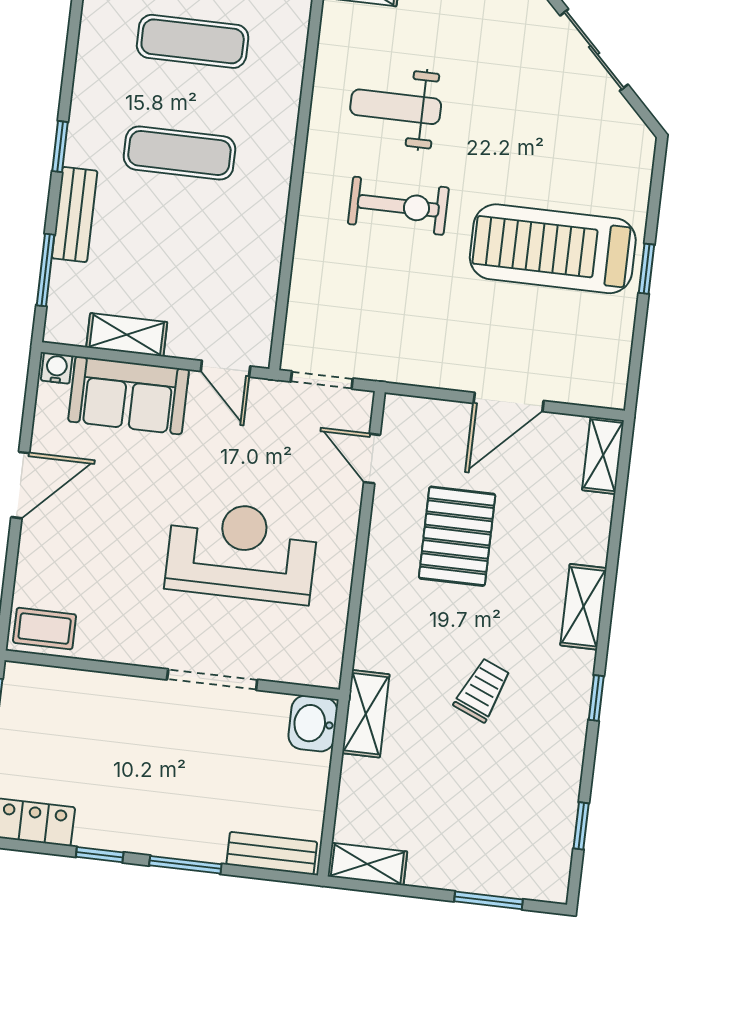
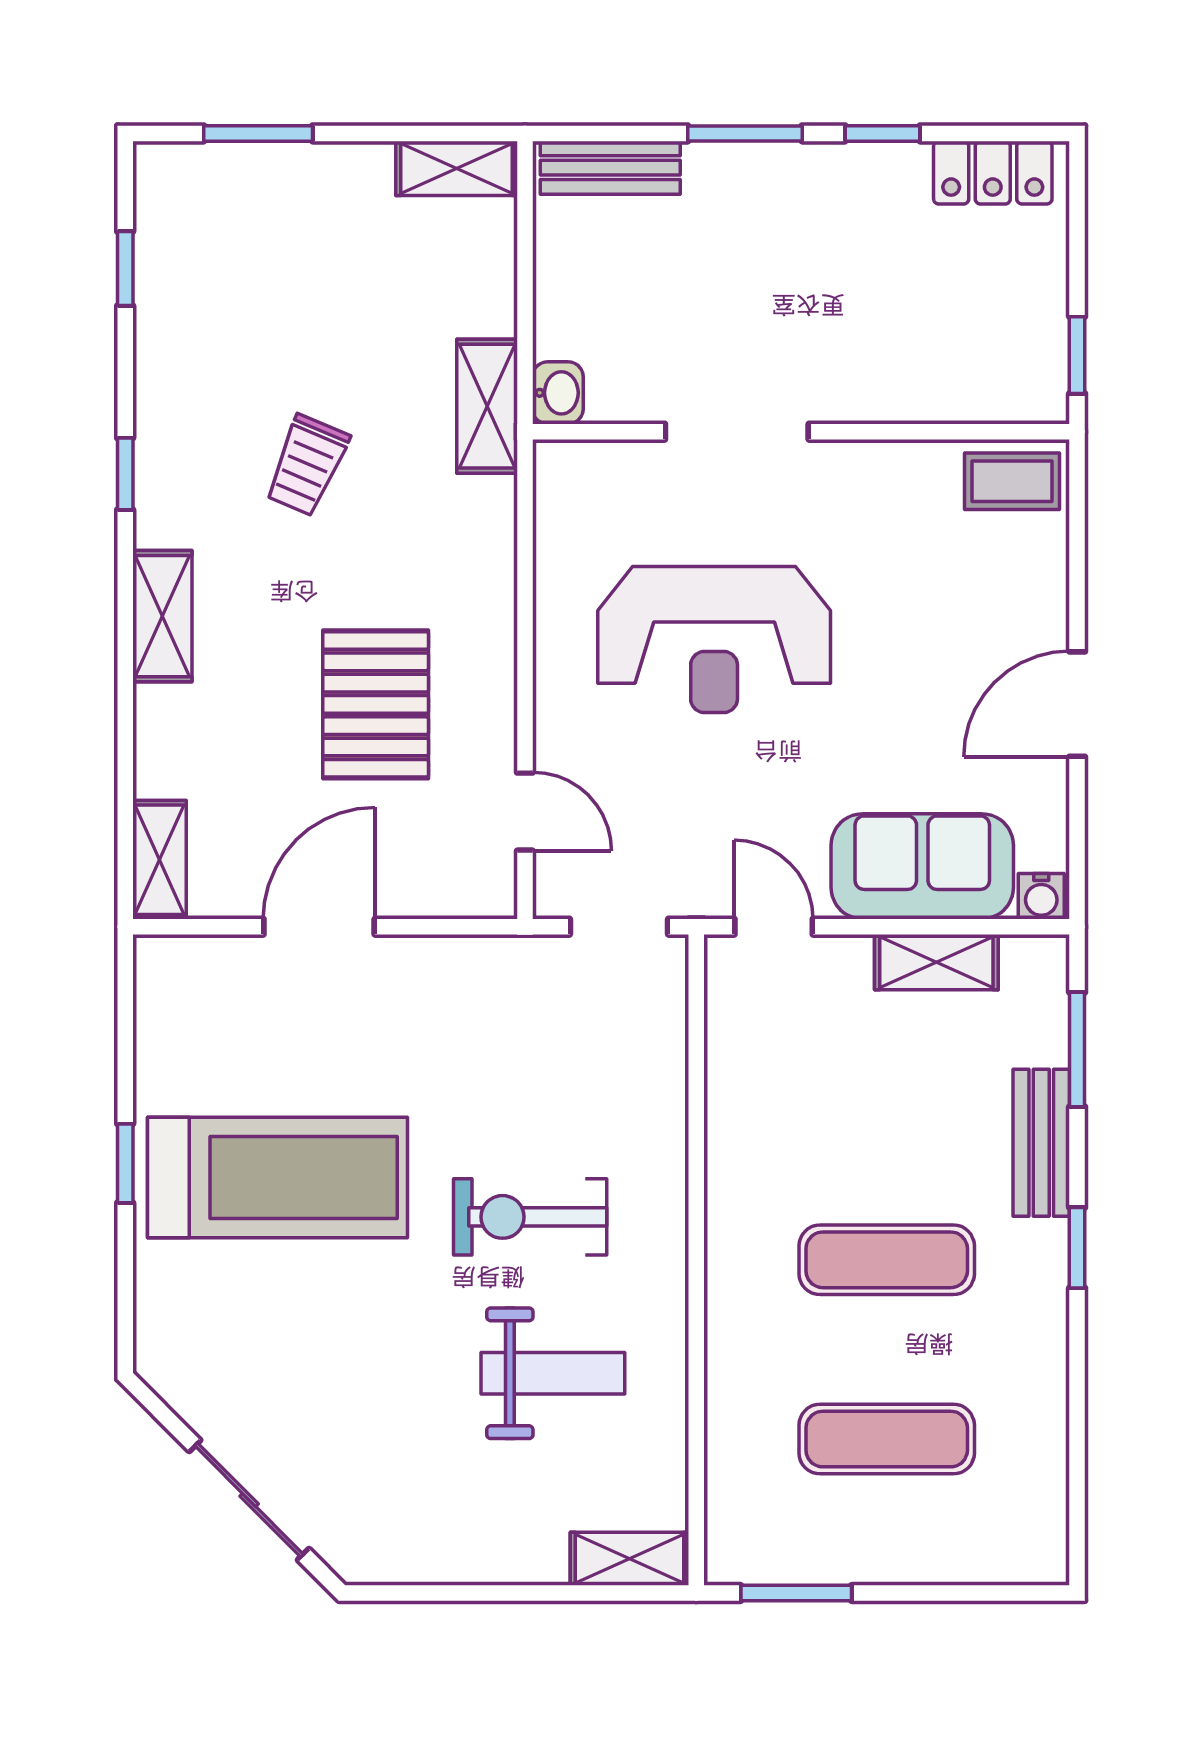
washbasin: (313, 723) -> (558, 393), width x0.72, depth x0.69

